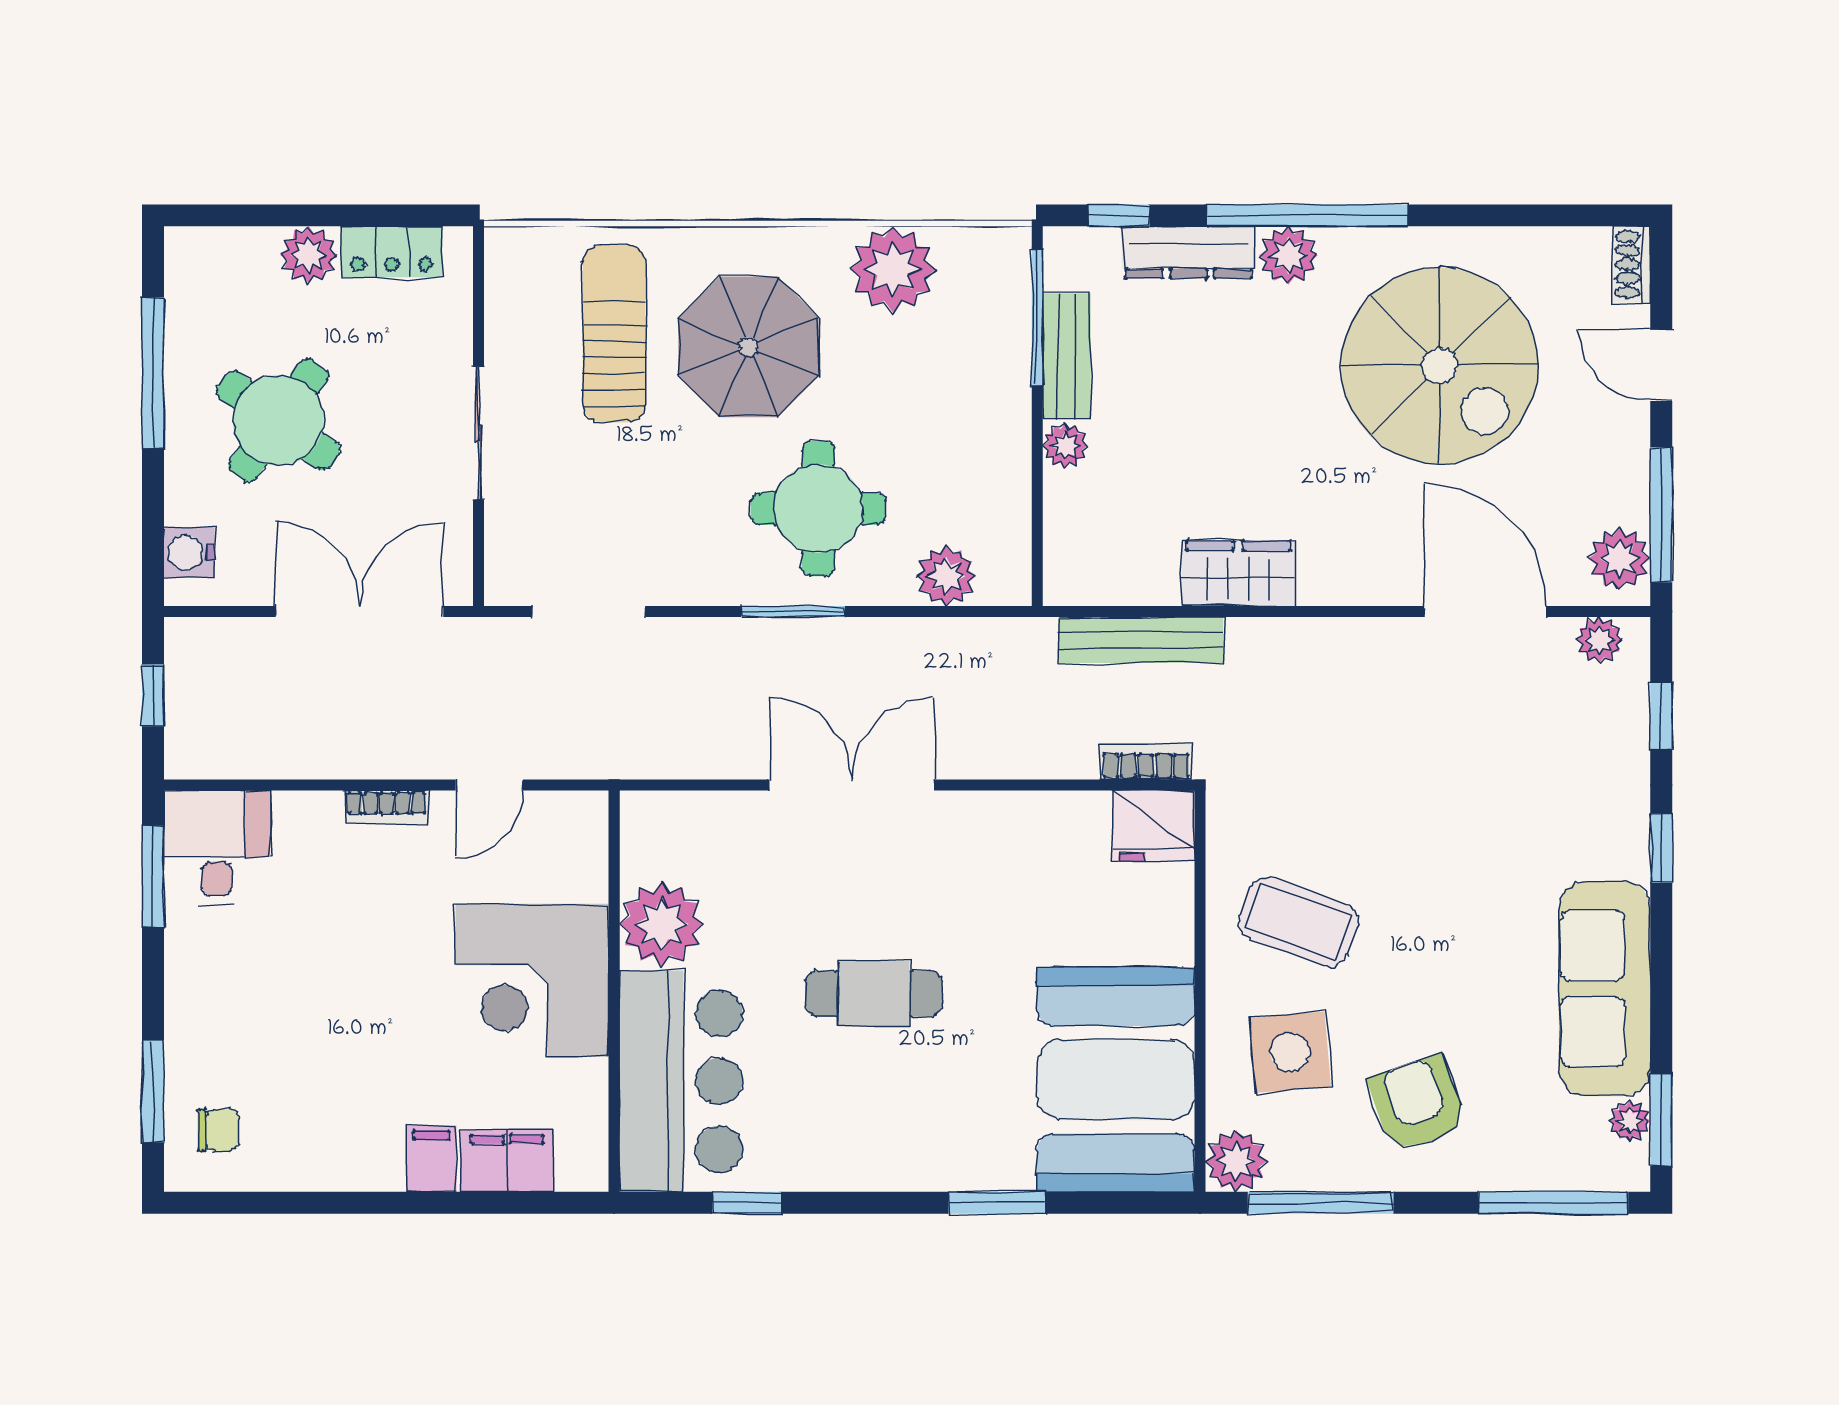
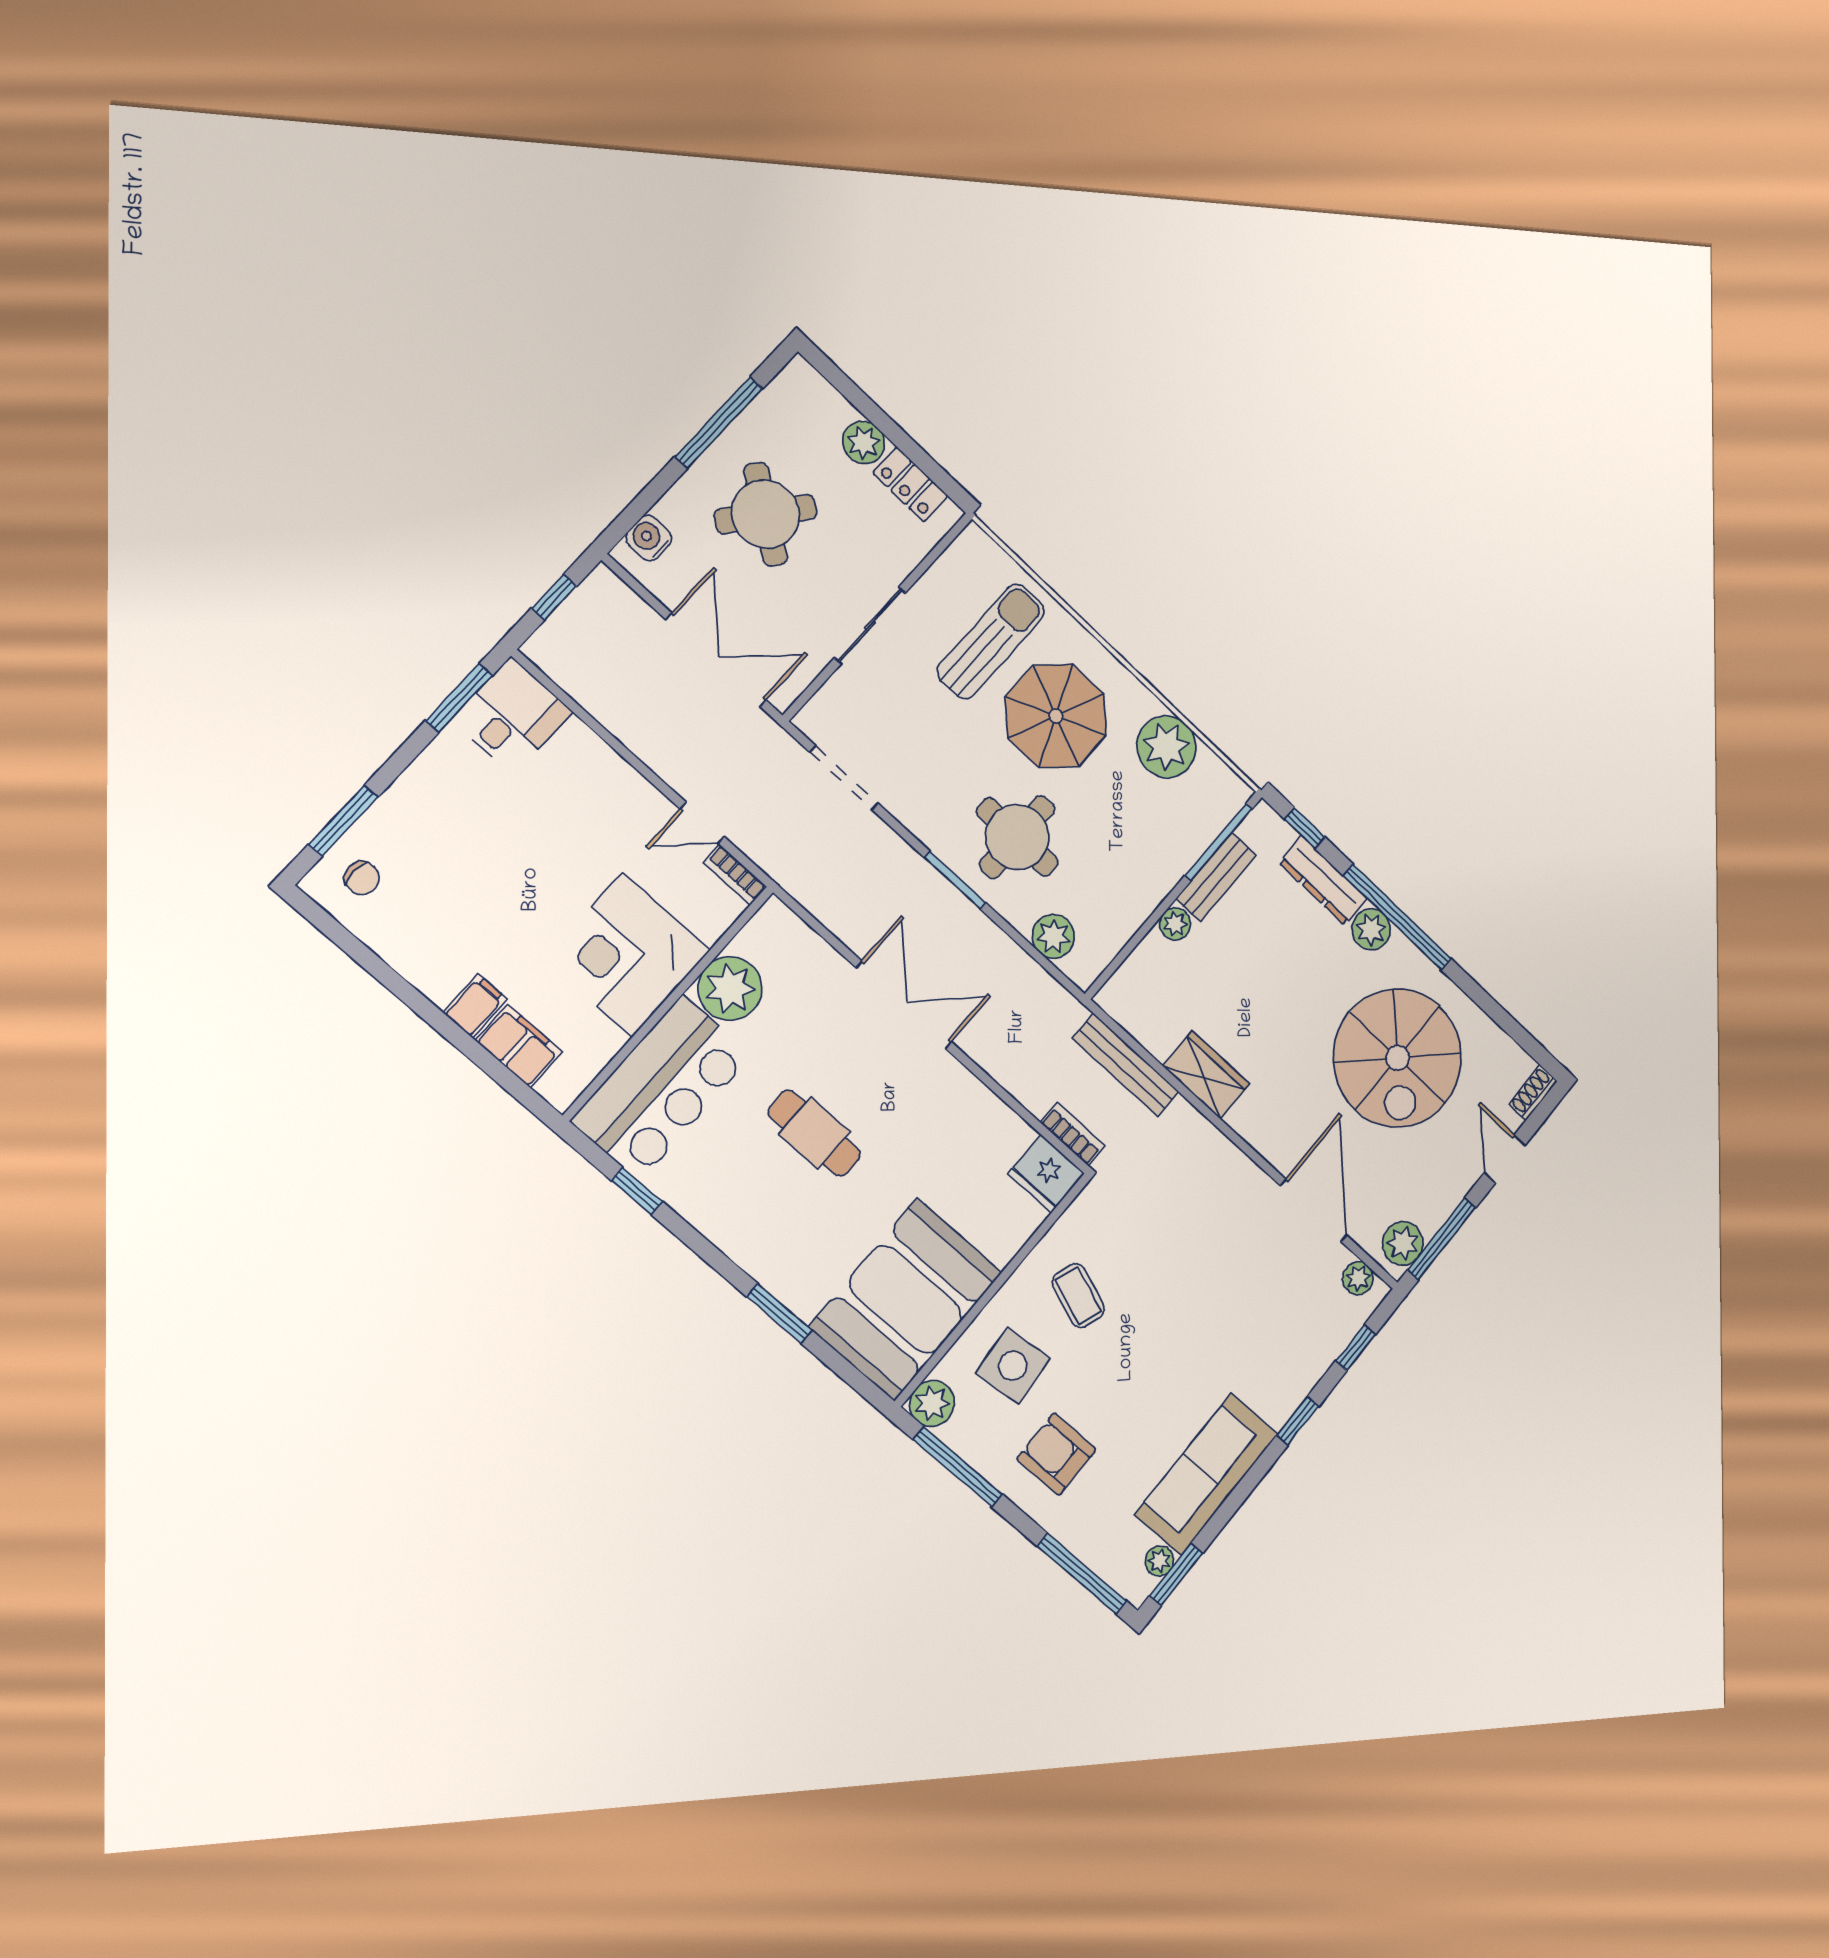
bookcase: (387, 807) -> (735, 875), moved
coffee table: (1298, 922) -> (1078, 1296), width x0.73, depth x0.77
armchair: (1417, 1103) -> (1056, 1454), turned -71

